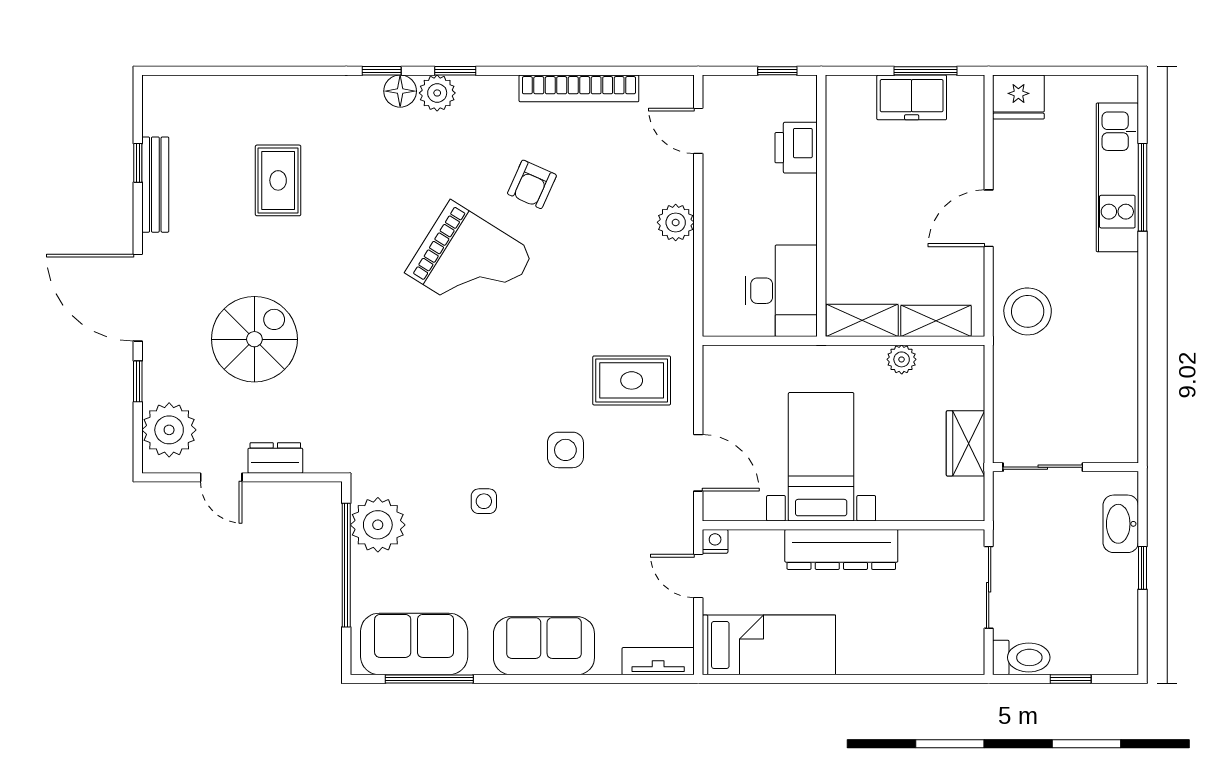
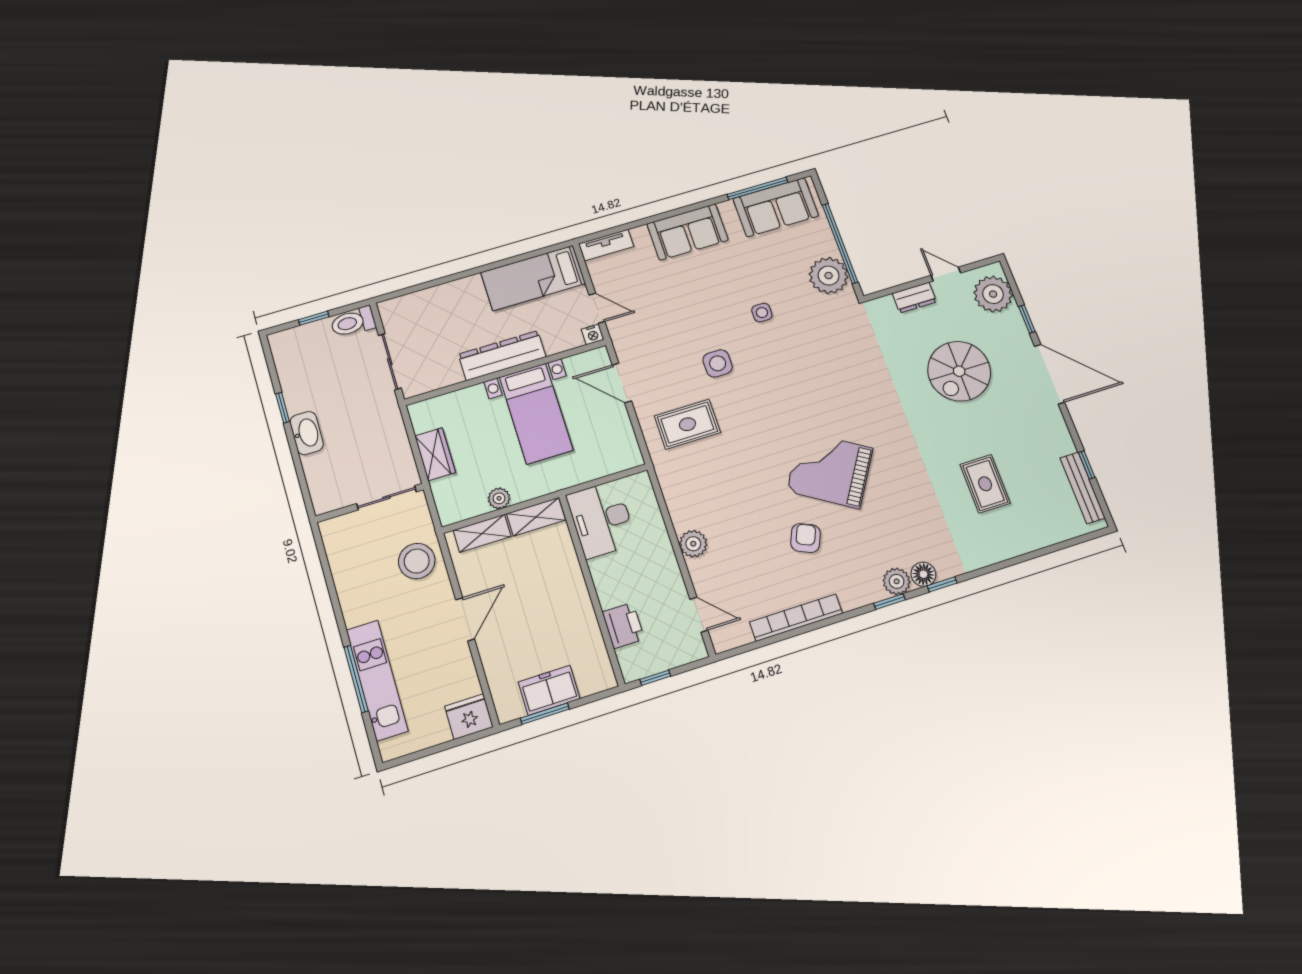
bench: (155, 185) -> (1082, 488), moved
sliding door: (1043, 467) -> (386, 498), moved
wall: (1066, 467) -> (370, 503), moved

